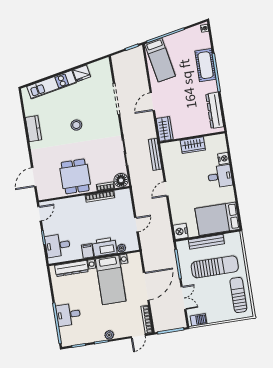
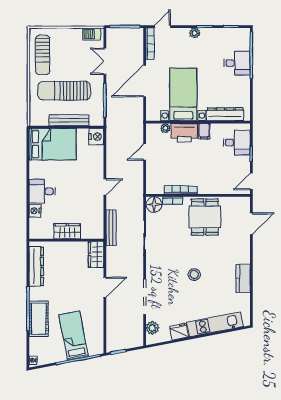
bed: (160, 60) -> (73, 336), moved
plant: (105, 73) -> (152, 328), added

